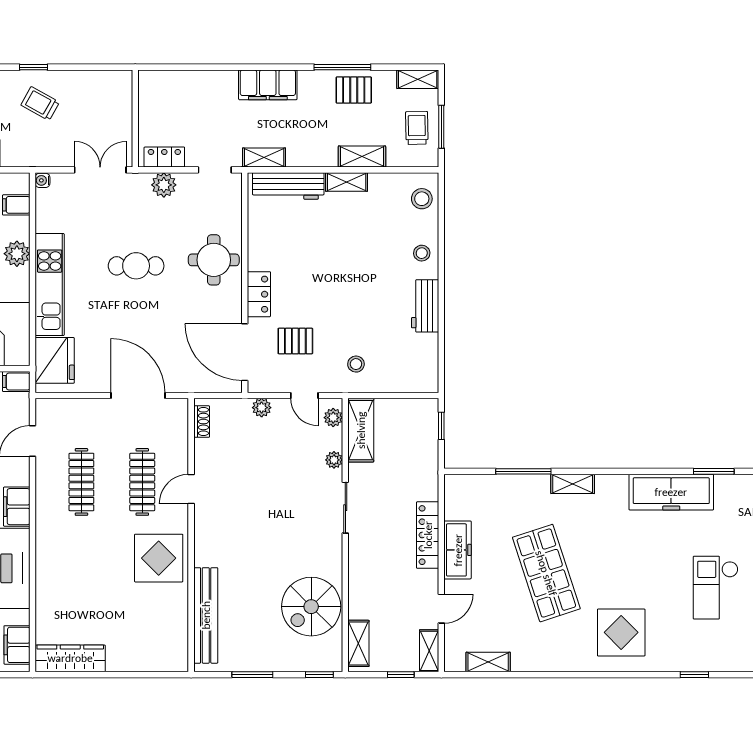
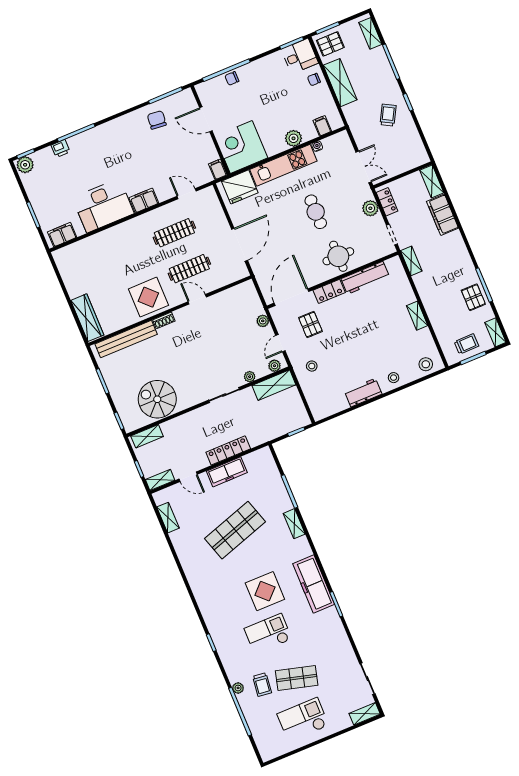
filing cabinet: (268, 85) -> (443, 215), moved
shelving: (362, 157) -> (432, 181), moved
water cooler: (43, 180) -> (317, 146), moved
workbench: (288, 186) -> (365, 278), moved, turned -90
shoe rack: (202, 422) -> (164, 320), moved
display table: (621, 632) -> (265, 591), moved
wardrobe: (70, 658) -> (87, 318), moved

